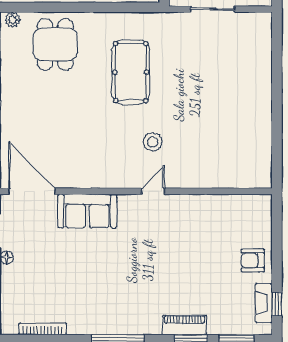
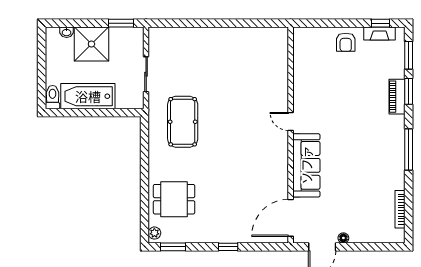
pool table: (131, 72) -> (183, 122), moved, turned 90
stool: (153, 142) -> (251, 122), removed
sofa: (87, 211) -> (306, 165), width x1.36

